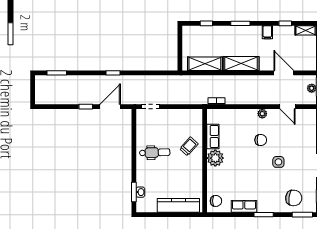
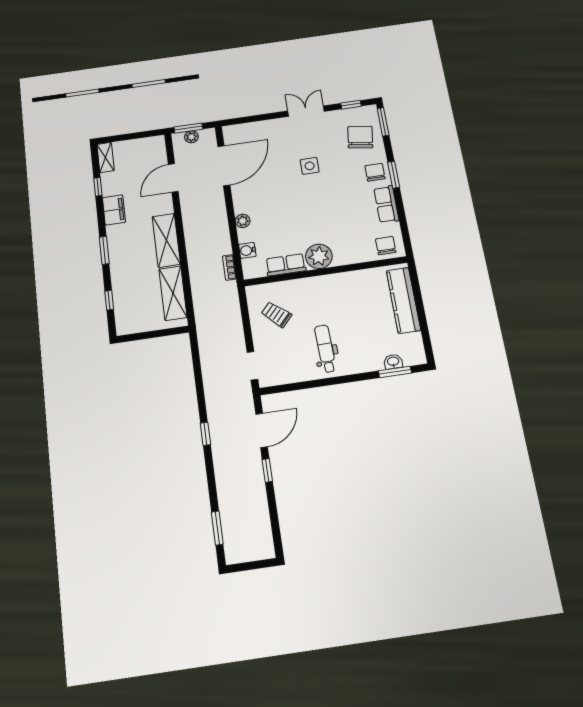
filing cabinet: (267, 32) -> (114, 210), width x2.00
door: (110, 107) -> (262, 430), swing flipped
door: (287, 107) -> (224, 166), width x1.87
water cooler: (226, 114) -> (247, 250), added
plant: (262, 114) -> (243, 221), moved
chair: (261, 140) -> (375, 172), moved
trolley: (189, 146) -> (276, 314), moved

